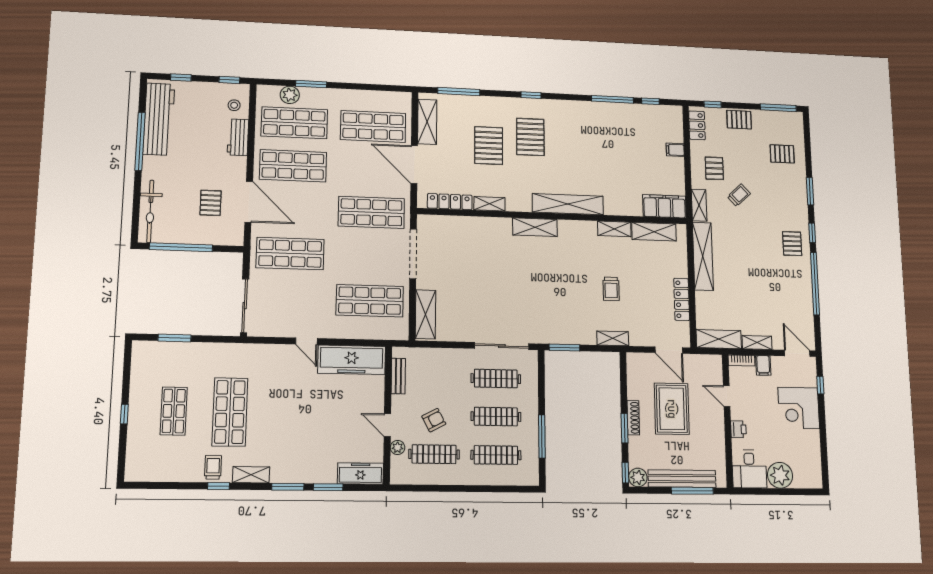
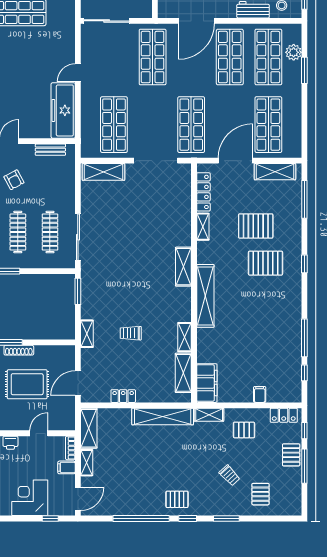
window: (778, 108) -> (304, 466), moved
trolley: (739, 195) -> (230, 475), moved
locker: (682, 299) -> (123, 396), width x0.66

